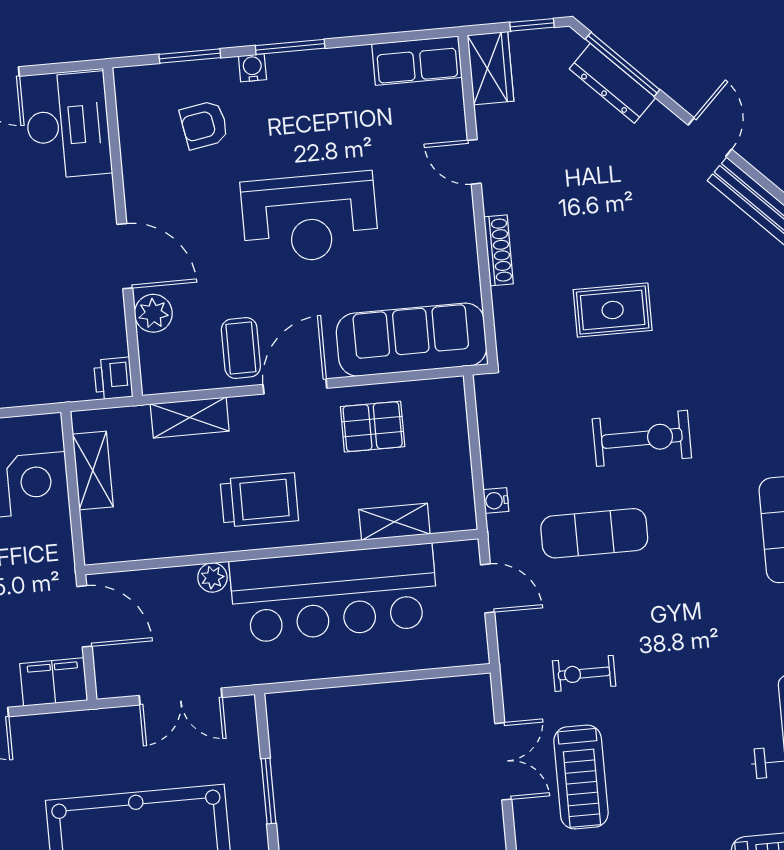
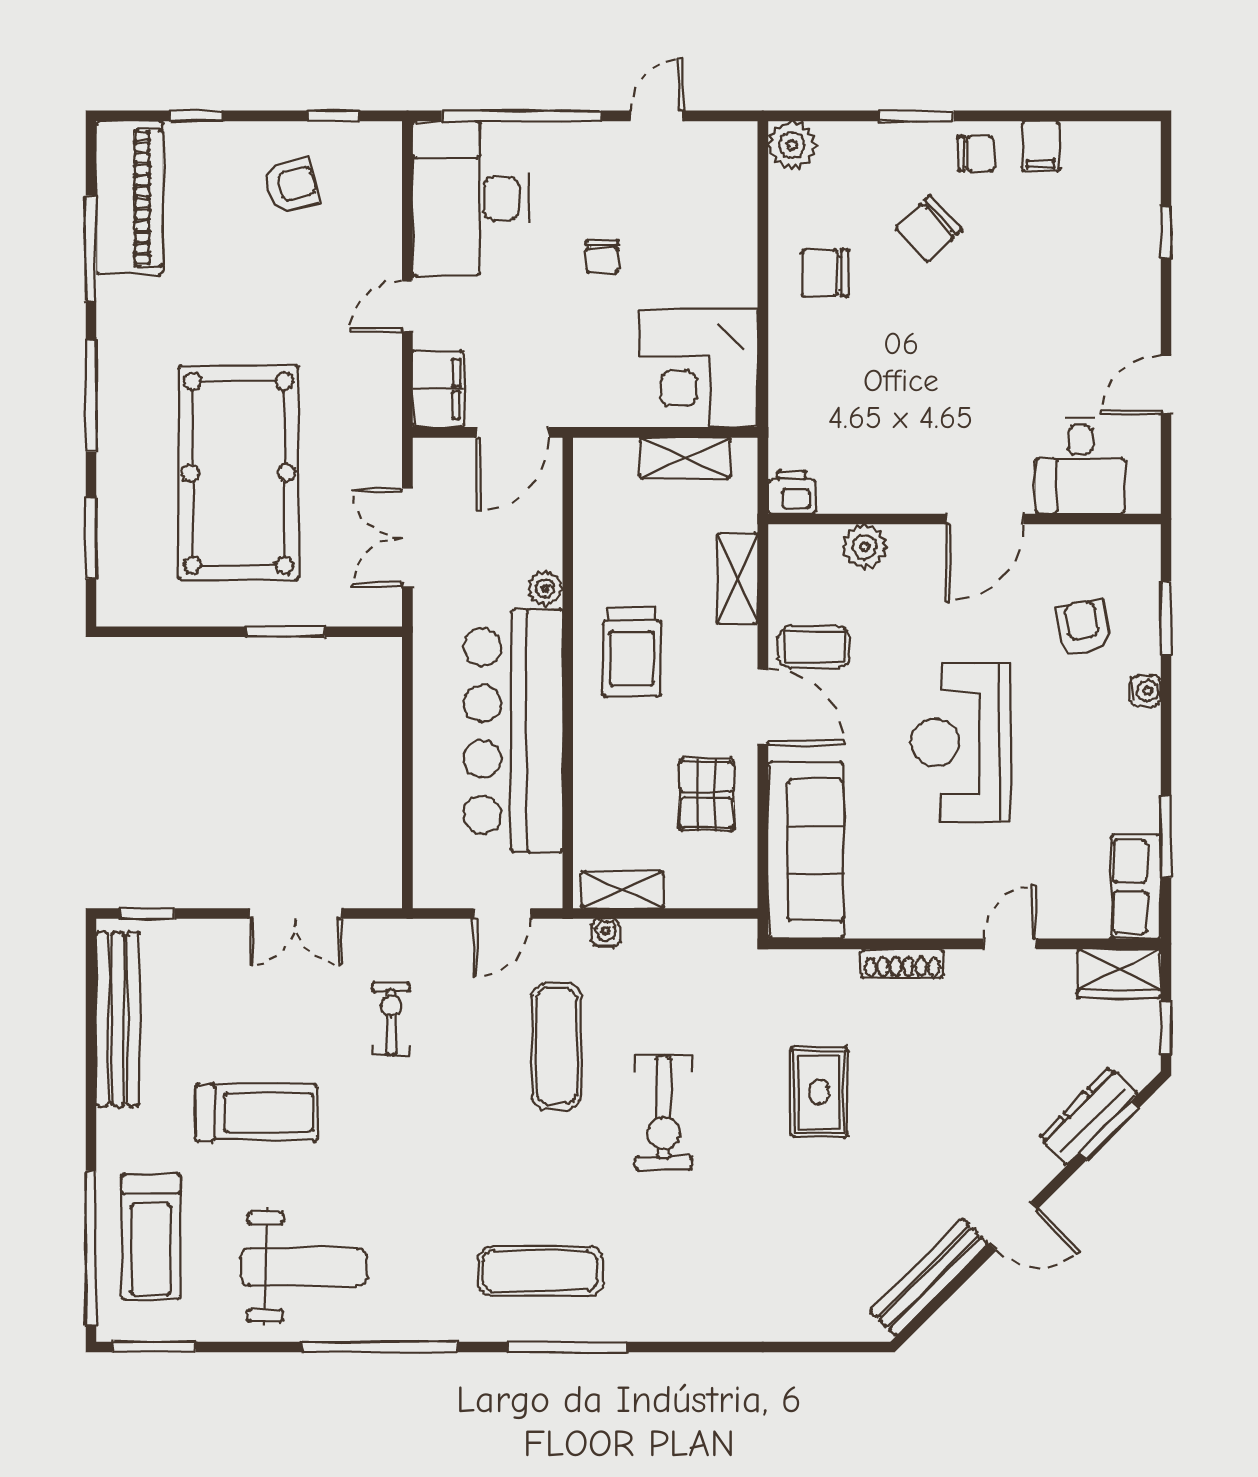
window: (290, 47) -> (1166, 836), moved
window: (623, 64) -> (1109, 1130), width x0.69
desk: (68, 125) -> (1080, 466), width x0.73
door: (125, 256) -> (985, 519), moved
shelving: (394, 522) -> (622, 890), moved, turned 90
treadmill: (581, 777) -> (256, 1113), moved, turned 180

